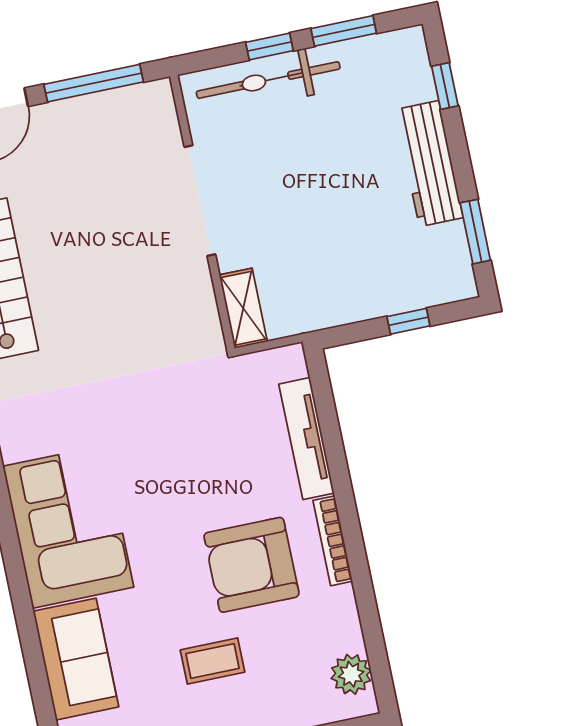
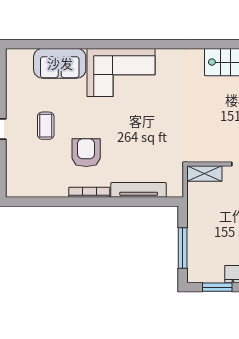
window: (408, 321) -> (183, 248), width x2.17
armchair: (251, 565) -> (86, 153), width x0.73, depth x0.73
plant: (351, 674) -> (26, 188), removed

